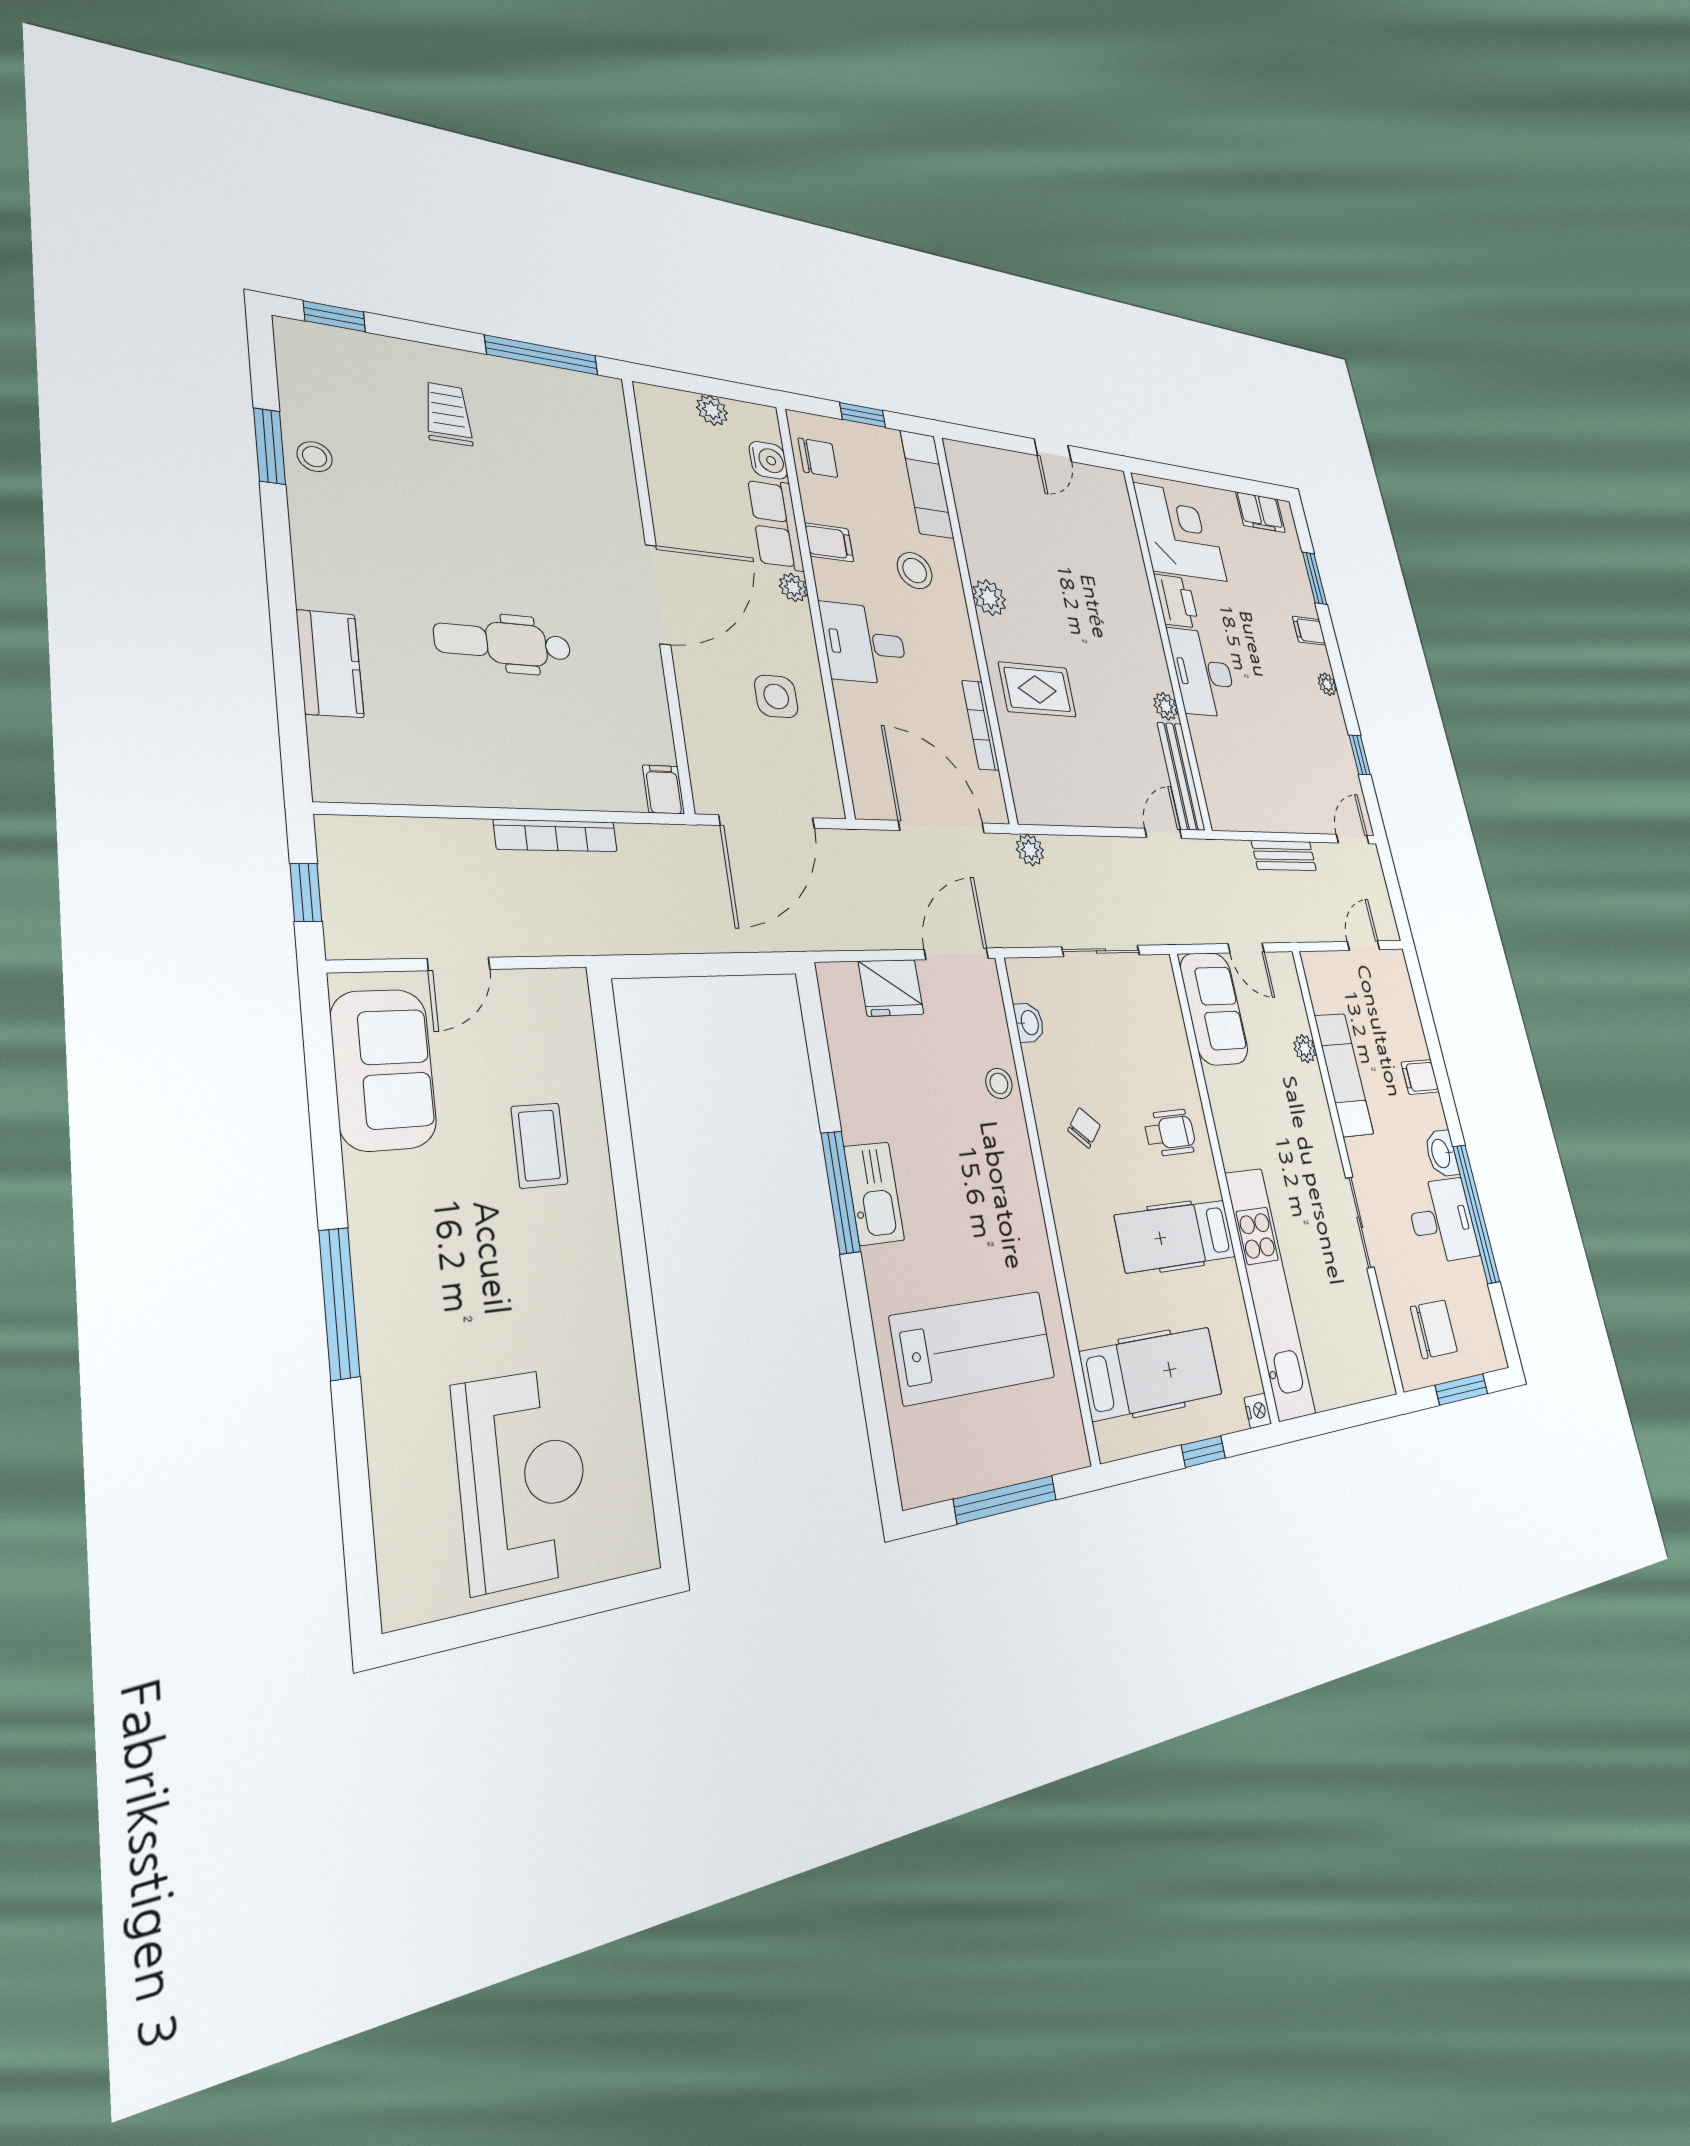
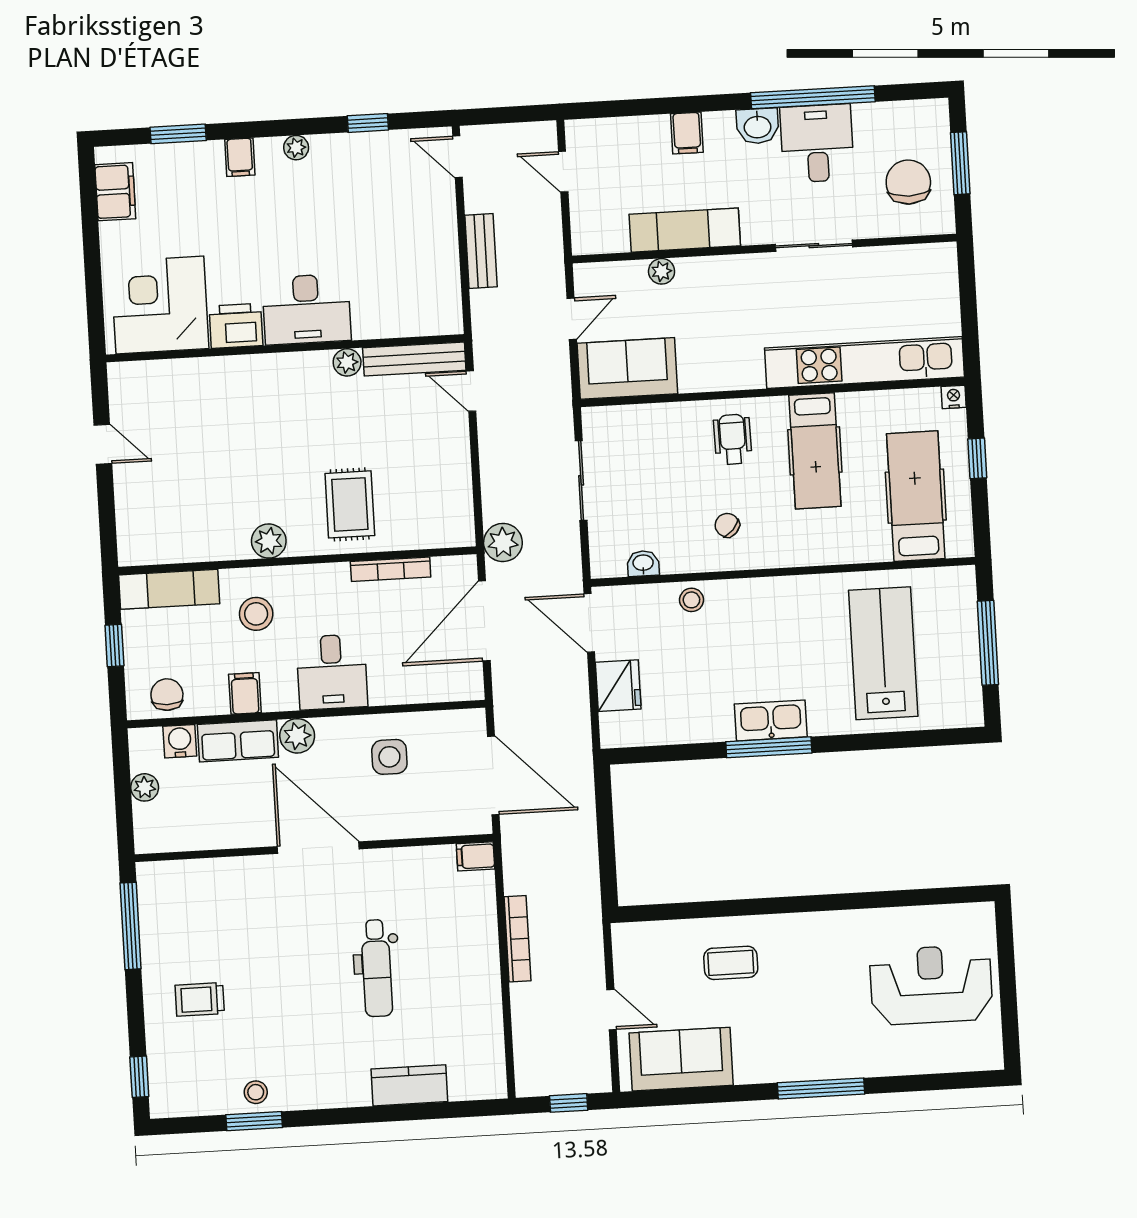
plant: (793, 587) -> (297, 736), width x1.38, depth x1.38
plant: (1030, 850) -> (503, 542), width x1.38, depth x1.38

